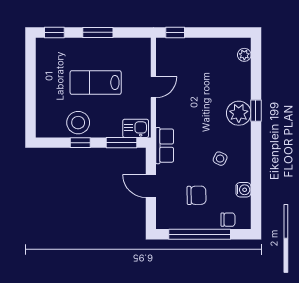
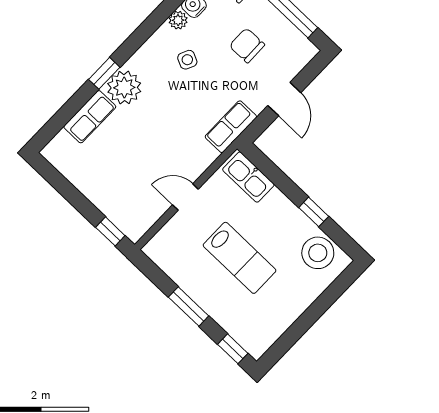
plant: (244, 55) -> (178, 20), moved
row of seats: (242, 81) -> (90, 117), added
stool: (78, 123) -> (318, 253), moved
kitchen sink: (136, 128) -> (248, 177), width x1.38
window: (122, 143) -> (272, 172), removed

